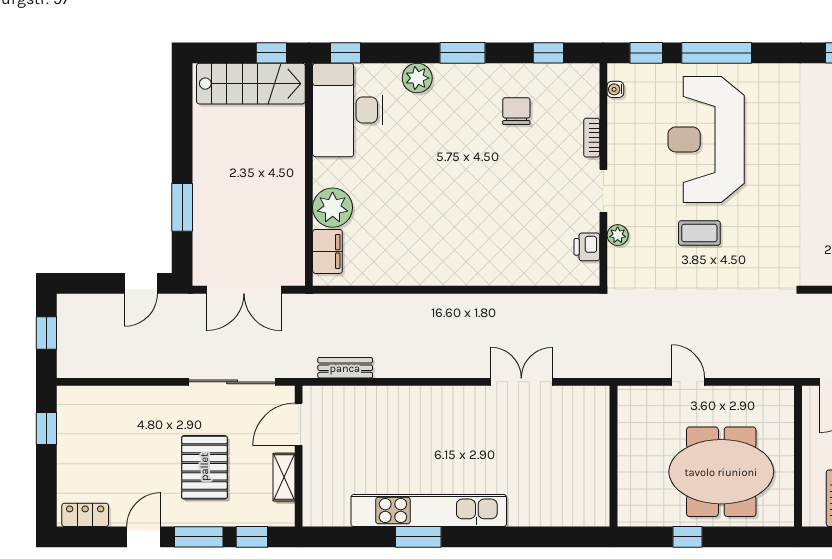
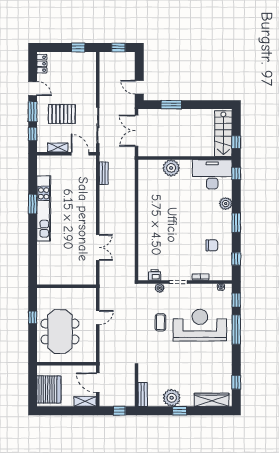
filing cabinet: (327, 251) -> (153, 166), removed

